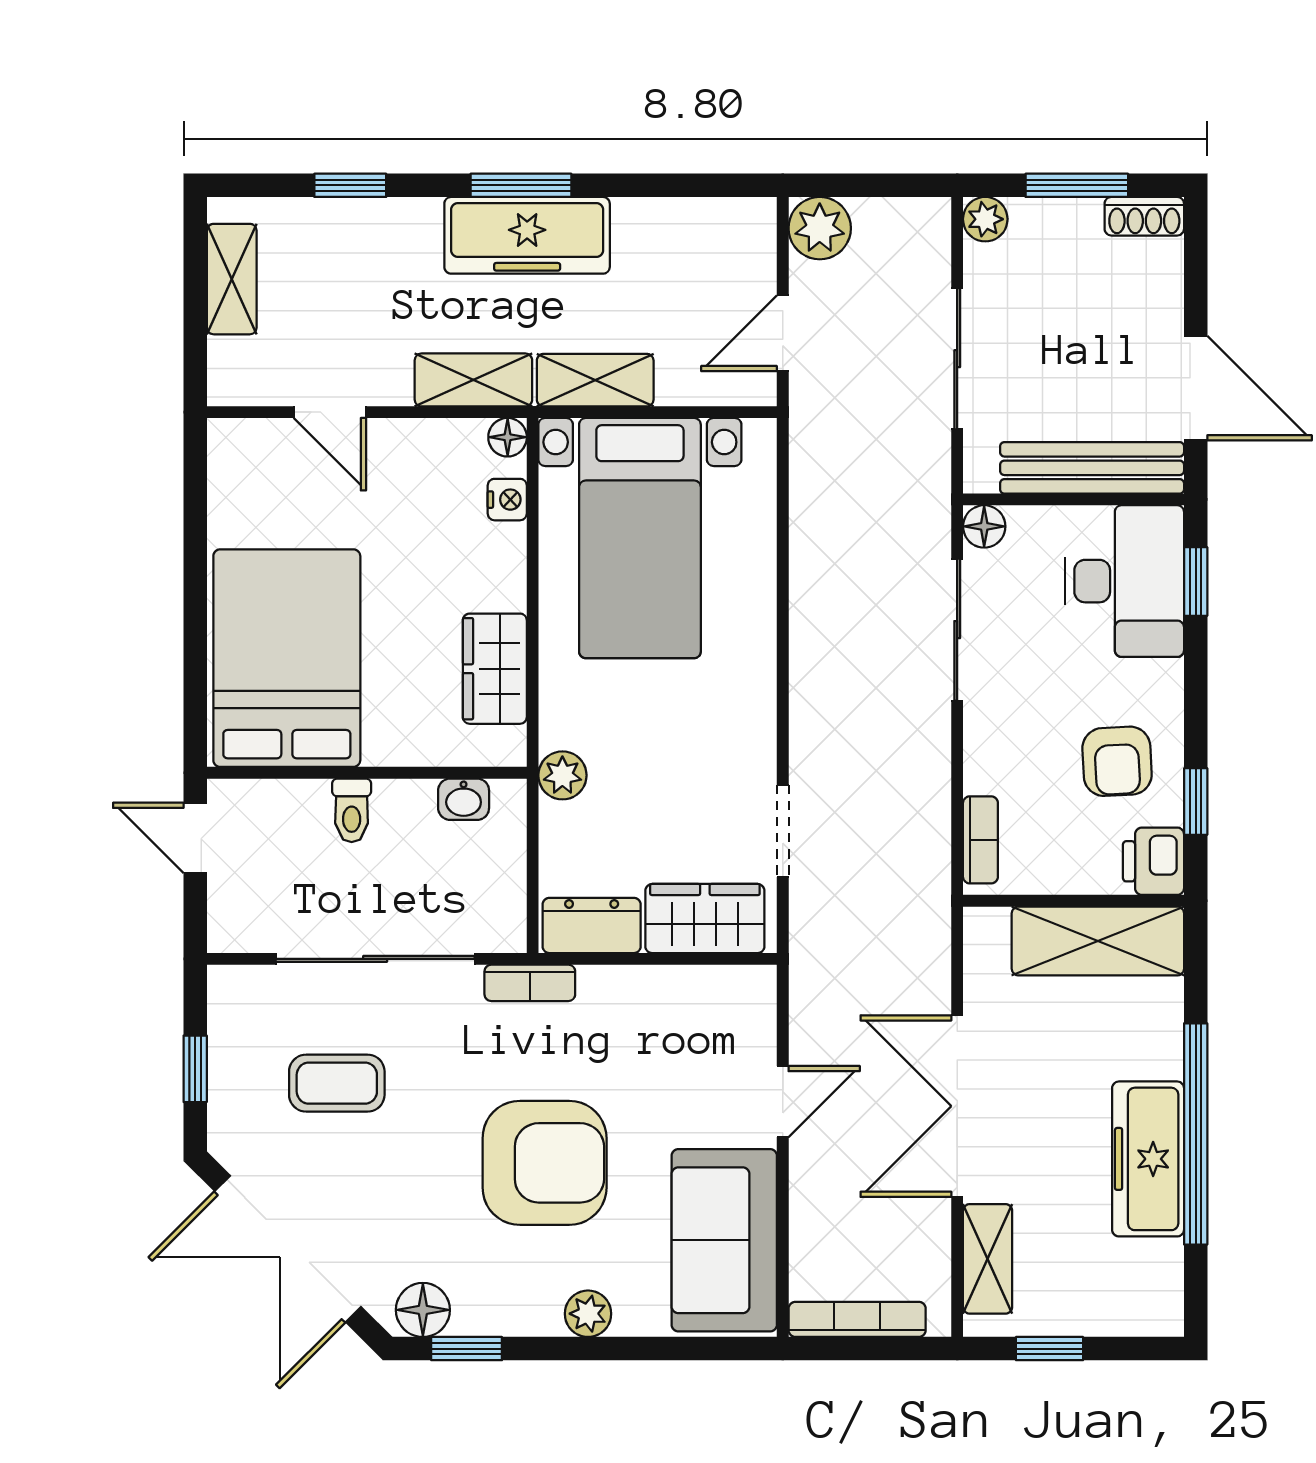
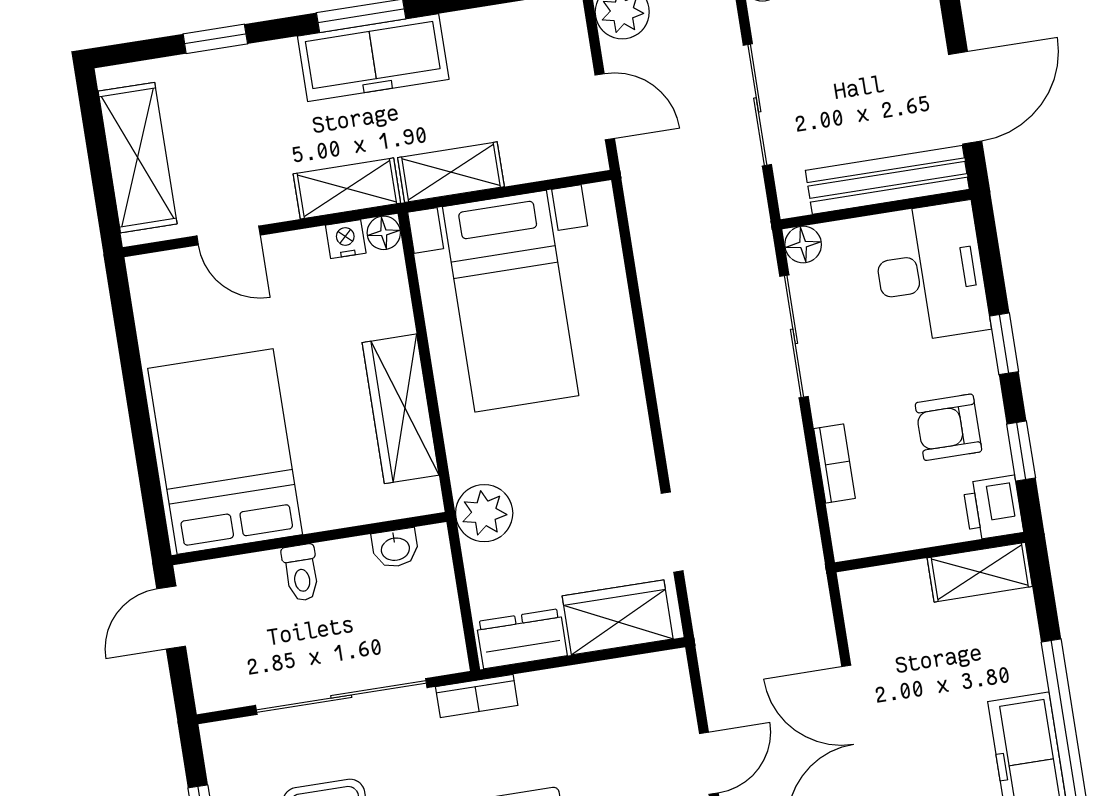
shelving: (232, 279) -> (138, 158), width x1.50, depth x1.33
door: (783, 333) -> (605, 107), swing flipped
door: (1196, 388) -> (965, 98), hinge flipped
nightstand: (507, 500) -> (346, 239), moved, turned -90
window: (1196, 582) -> (1004, 344), moved
wardrobe: (495, 669) -> (401, 409), width x1.50
armchair: (1117, 761) -> (948, 427), turned 93
plant: (562, 775) -> (484, 513), width x1.38, depth x1.38
door: (195, 838) -> (171, 617), hinge flipped
bookcase: (980, 840) -> (835, 463), moved
shelving: (1098, 941) -> (980, 572), width x0.67, depth x0.75

